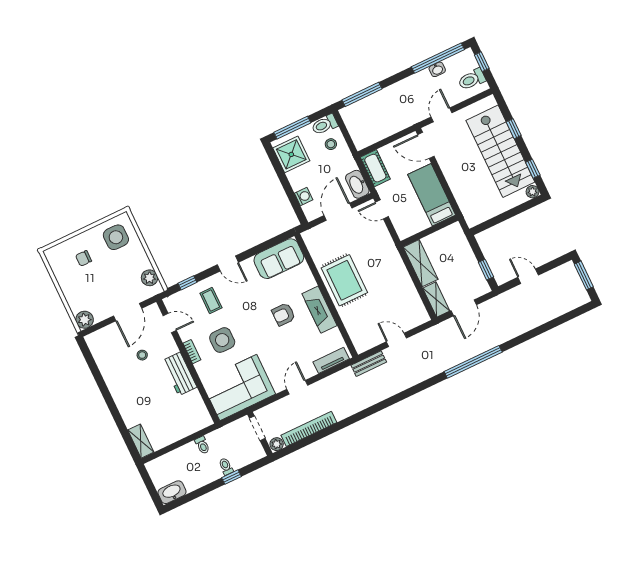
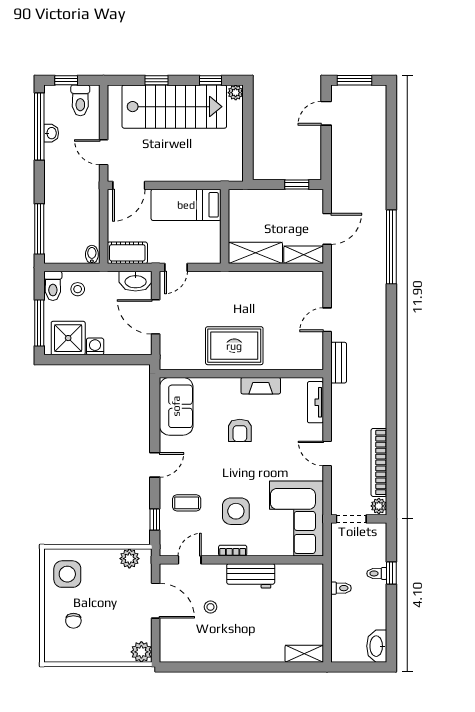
bidet: (362, 142) -> (92, 254), added
washing machine: (304, 196) -> (95, 346), moved
door: (528, 276) -> (326, 113), moved
door: (464, 308) -> (327, 229), hinge flipped
fireplace: (319, 310) -> (261, 386), width x0.73, depth x0.76

